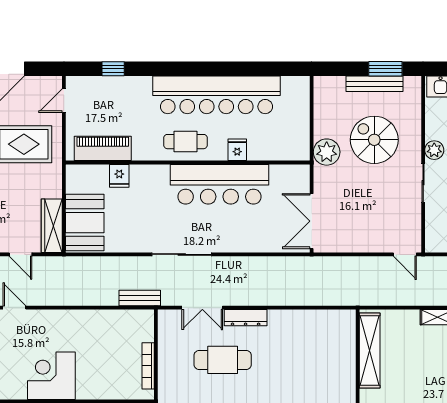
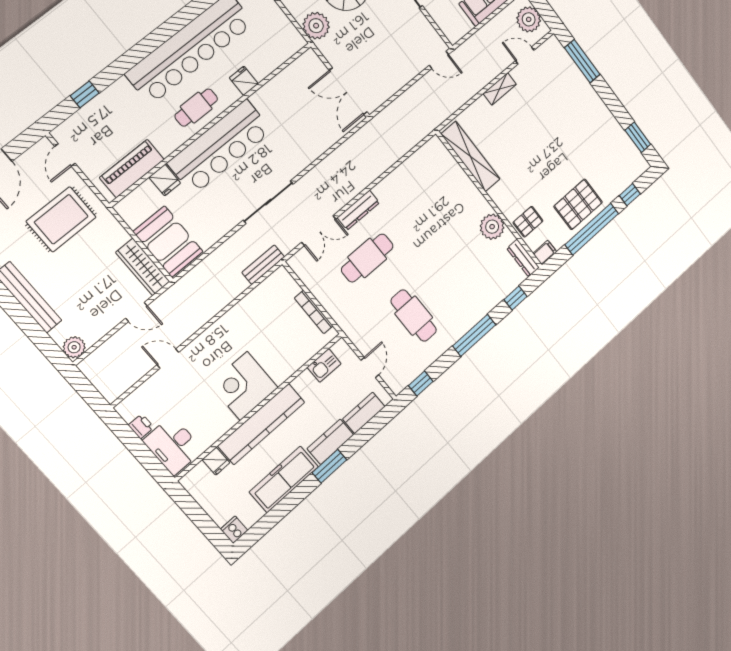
bar counter: (219, 184) -> (220, 147), moved

